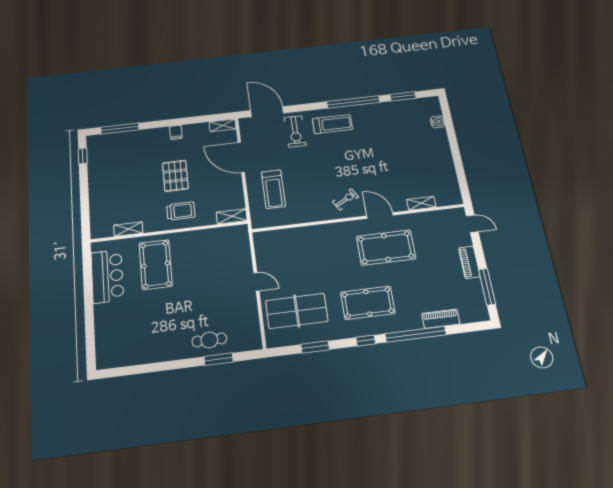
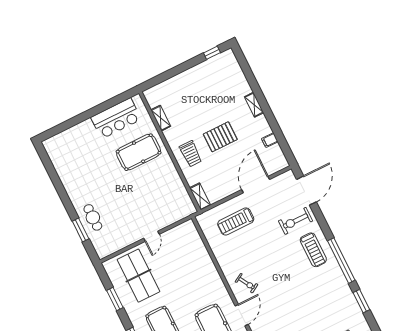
shelving: (223, 125) -> (254, 105), moved
window: (120, 128) -> (248, 73), removed
filing cabinet: (176, 132) -> (270, 140), moved

